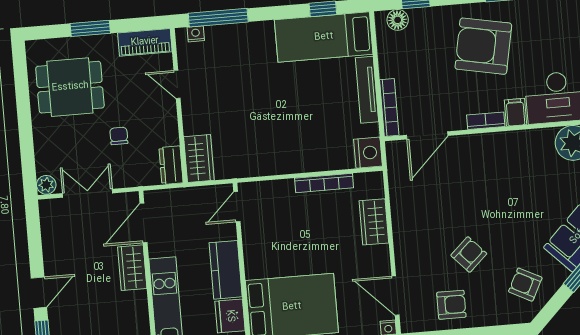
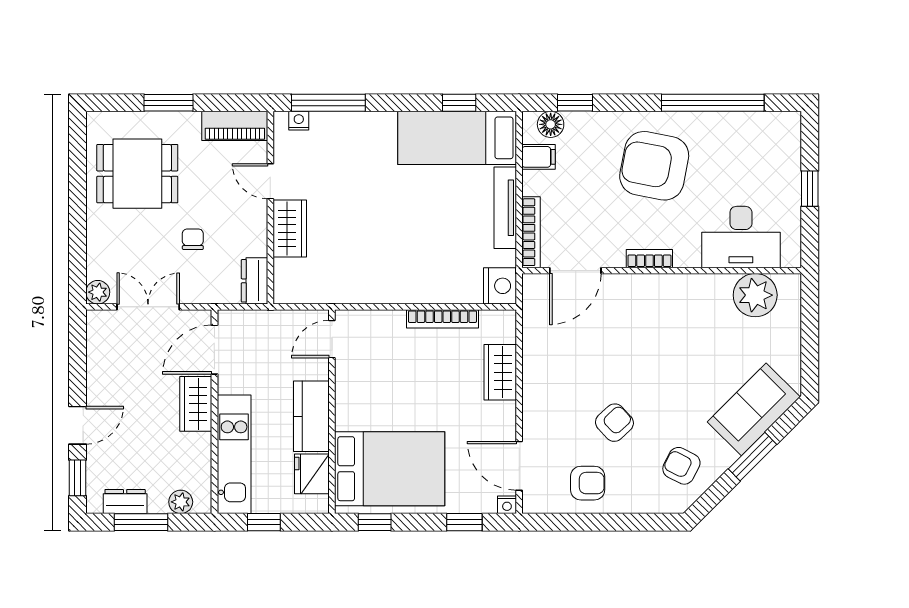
filing cabinet: (515, 112) -> (539, 157), moved, turned 90
wardrobe: (199, 158) -> (290, 228), moved

